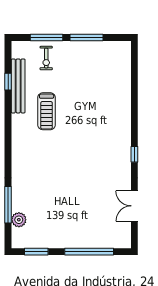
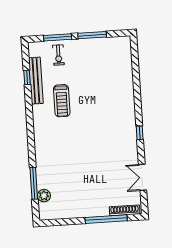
shoe rack: (111, 243) -> (125, 210), added
window: (36, 252) -> (61, 222), removed

